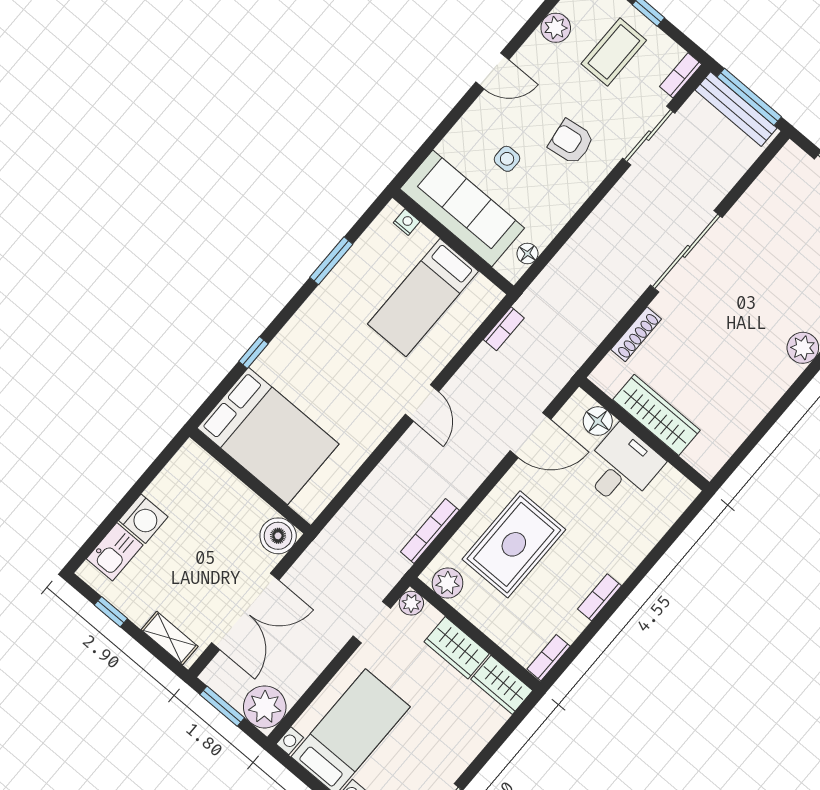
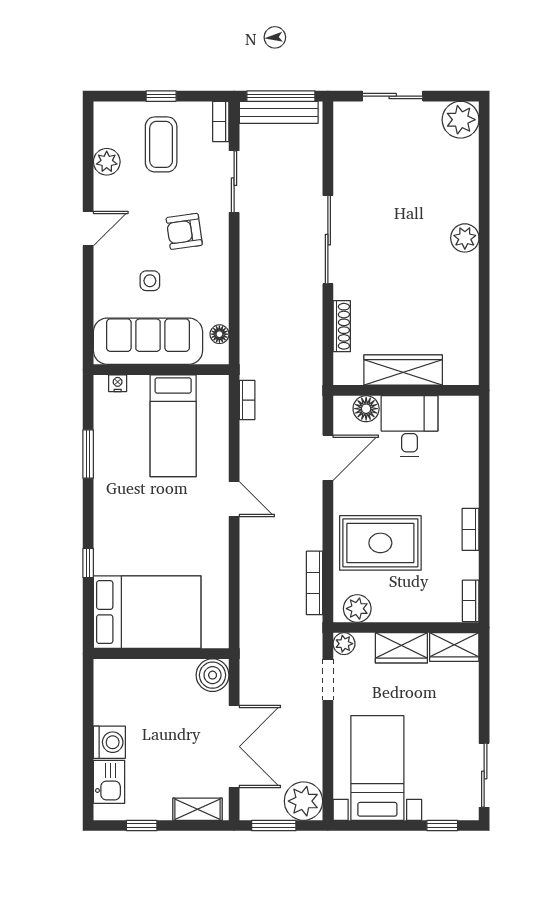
rug: (514, 544) -> (380, 543), turned 90

